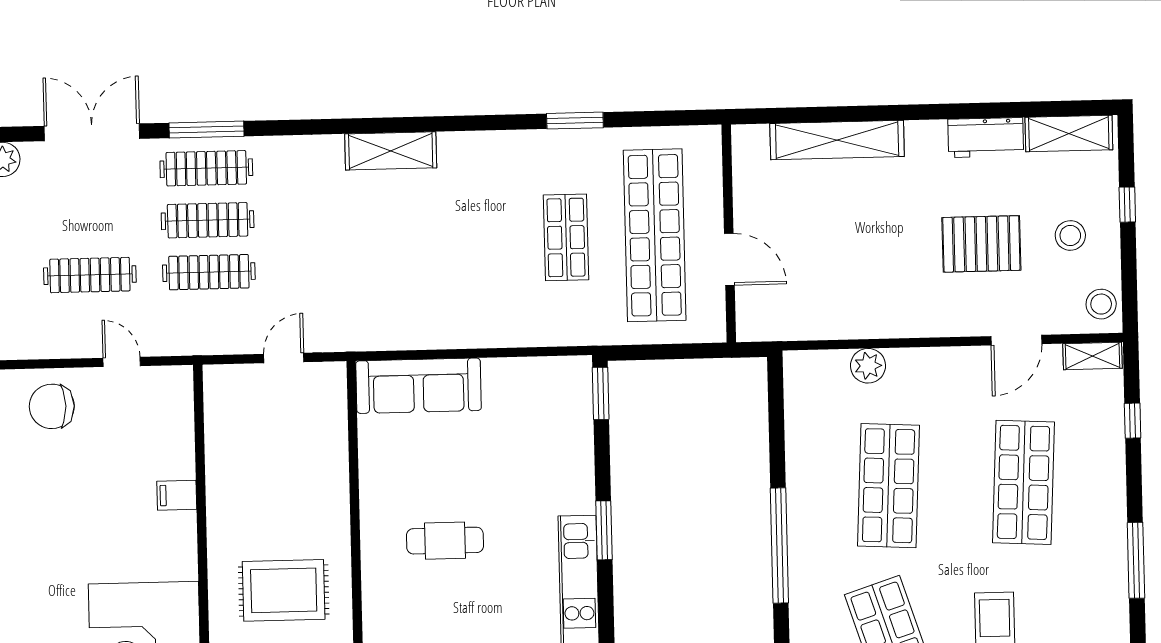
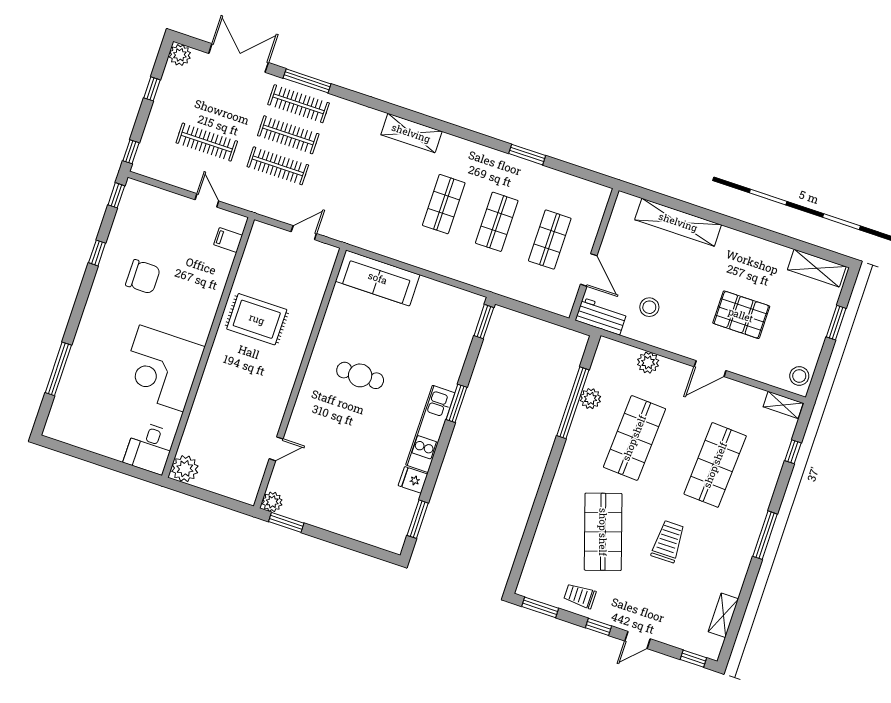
workbench: (986, 137) -> (601, 316), moved, turned 180
window: (1127, 205) -> (836, 323), width x1.50
shop shelf: (655, 235) -> (550, 240), width x0.50, depth x0.74
stool: (1070, 235) -> (649, 307), moved
shop shelf: (477, 240) -> (444, 204), added
door: (1016, 340) -> (710, 369), moved
chair: (52, 406) -> (143, 277), moved, turned 180
plant: (801, 451) -> (590, 399), added
filing cabinet: (177, 495) -> (228, 240), moved
window: (779, 545) -> (573, 403), moved
rug: (284, 590) -> (257, 319), moved

